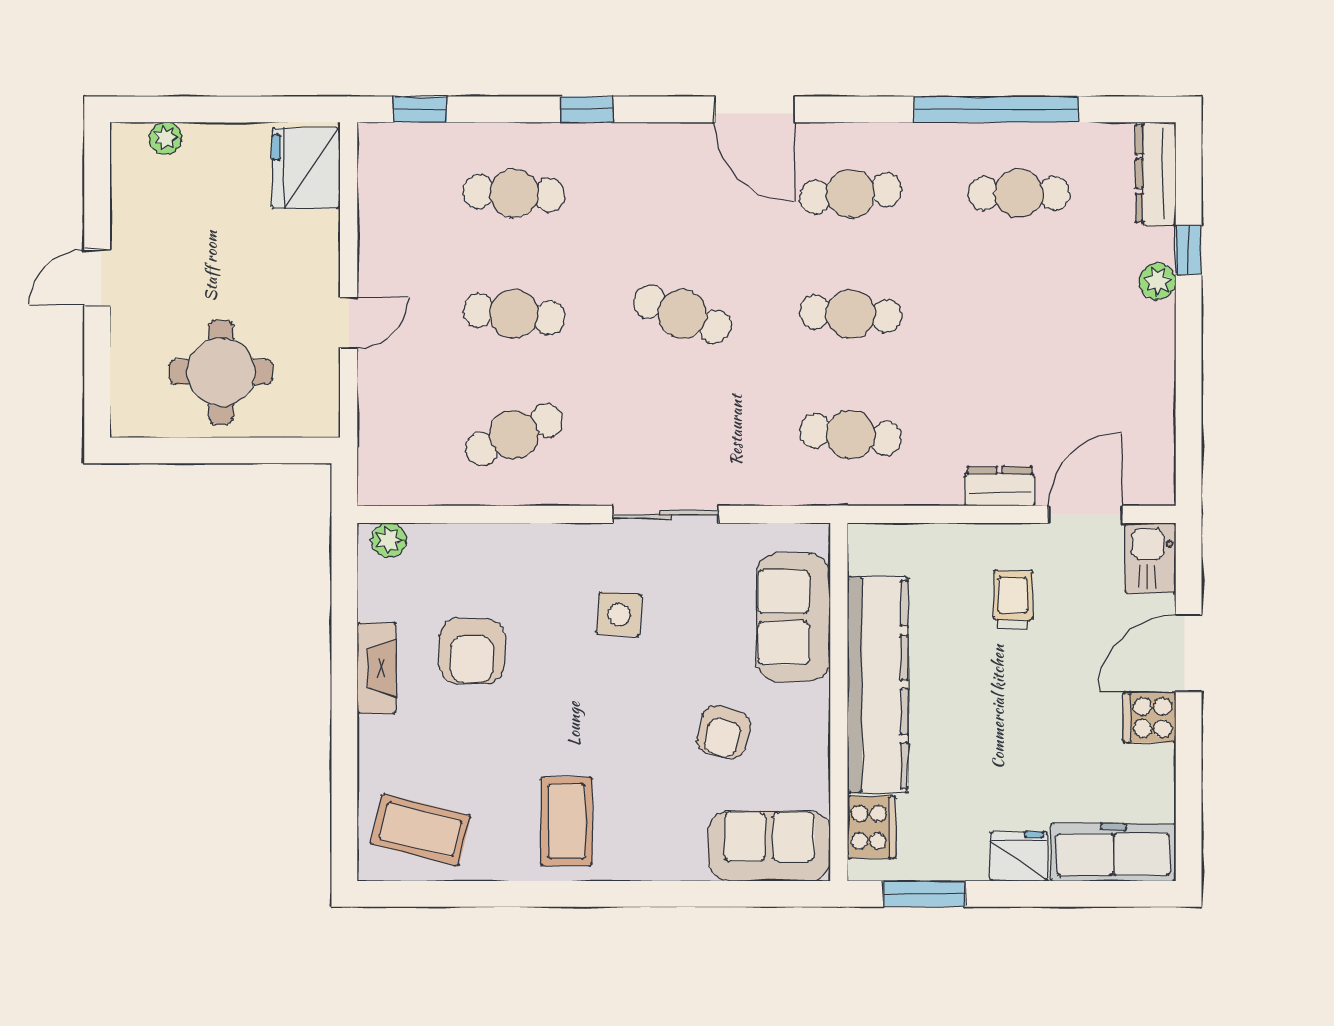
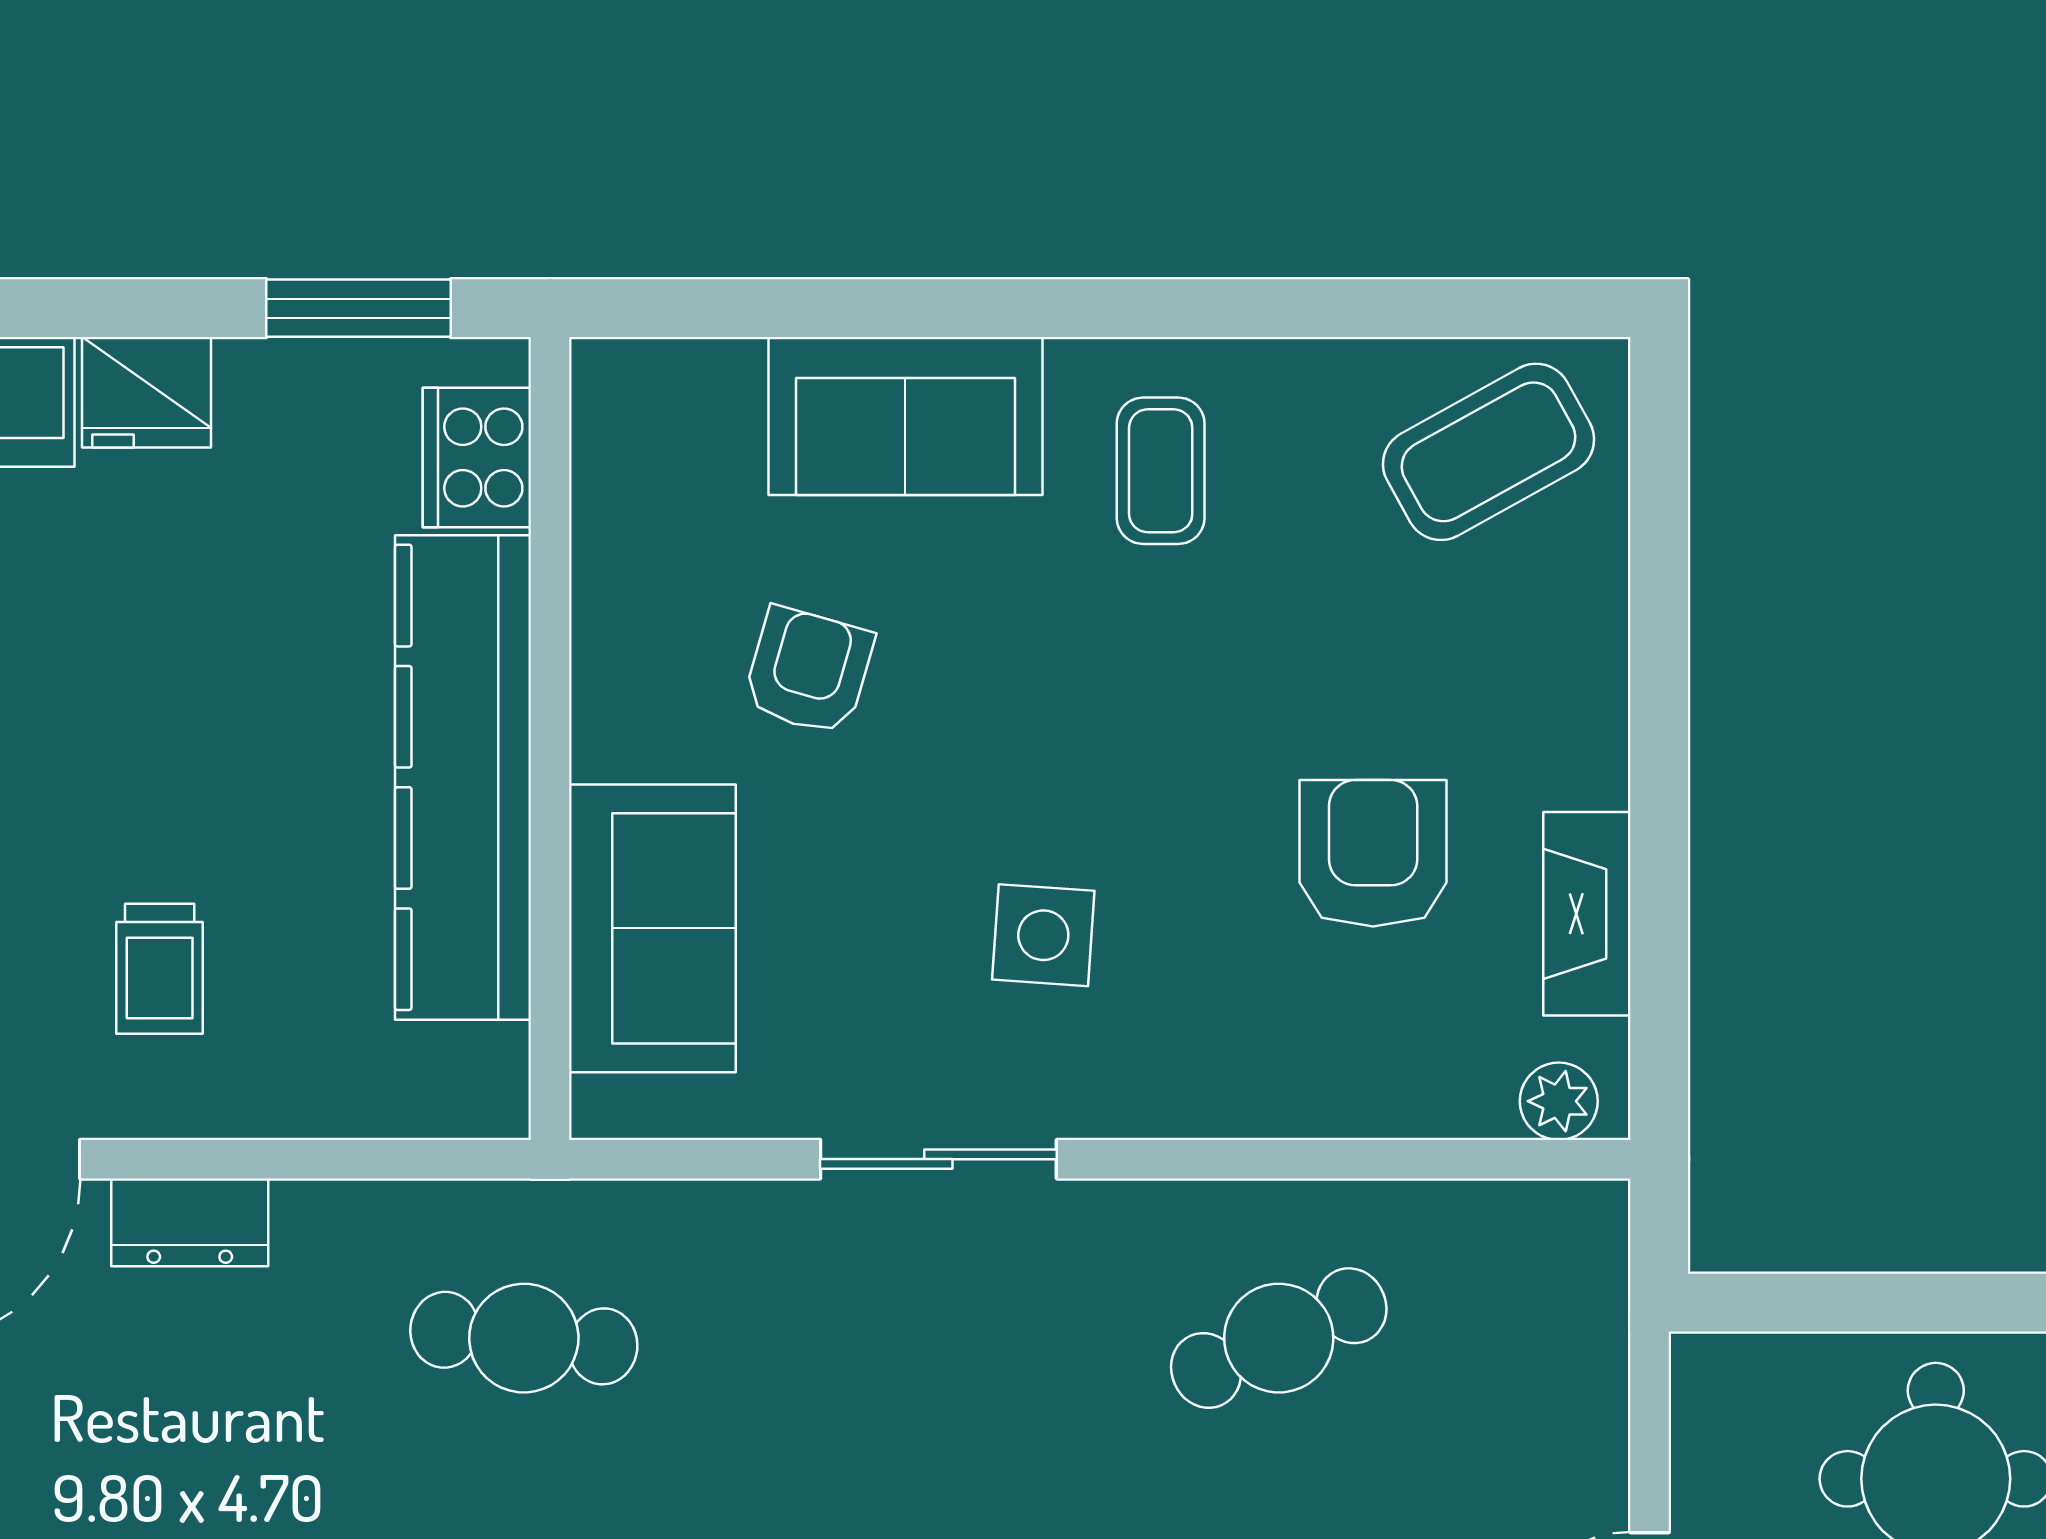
fireplace: (377, 668) -> (1587, 914), moved
coffee table: (567, 821) -> (1161, 471), width x0.73, depth x0.77
coffee table: (420, 830) -> (1489, 452), turned -43
sofa: (769, 846) -> (905, 416), moved

